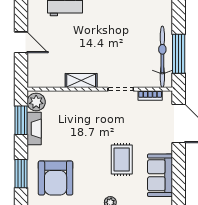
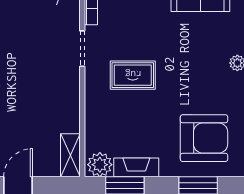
shelving: (81, 81) -> (70, 155), moved
rug: (122, 160) -> (133, 75), moved

